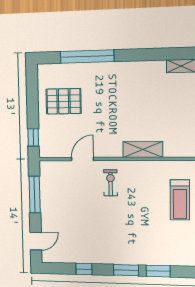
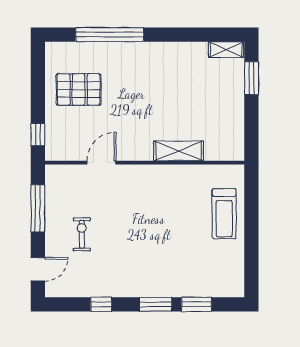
exercise bike: (111, 183) -> (82, 234), moved

